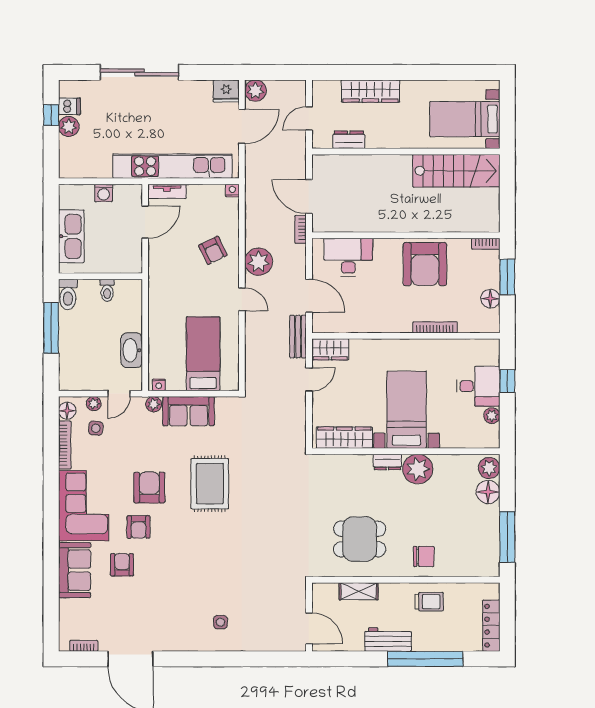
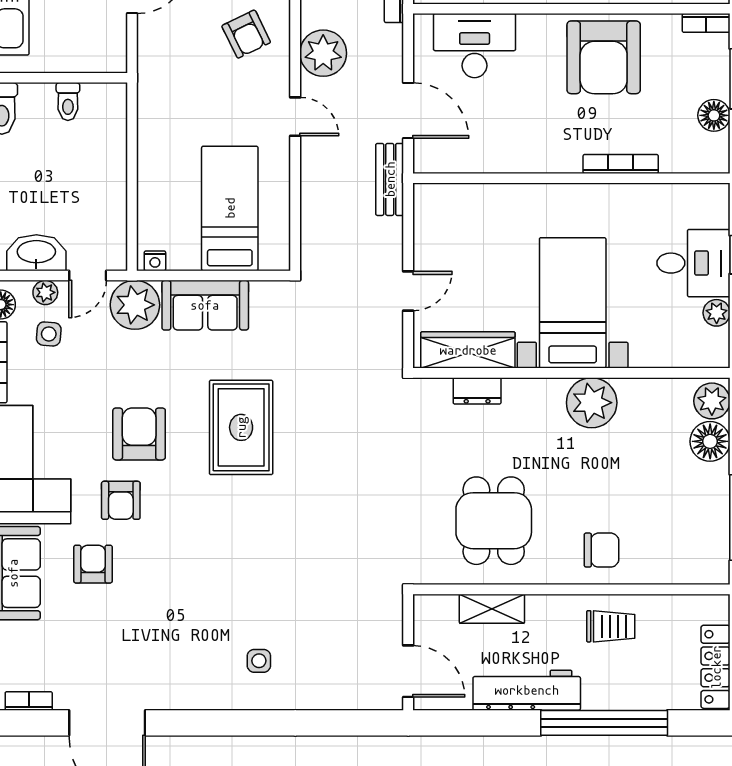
wardrobe: (330, 349) -> (444, 201), removed
washbasin: (132, 350) -> (36, 253), moved, turned 90
door: (309, 379) -> (408, 291), moved
plant: (154, 404) -> (135, 305), width x1.88, depth x1.88
dresser: (387, 462) -> (477, 391), moved
dining table: (360, 539) -> (494, 521), turned 90
workbench: (388, 640) -> (527, 690), width x1.37

